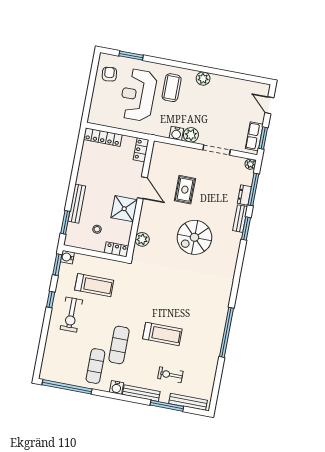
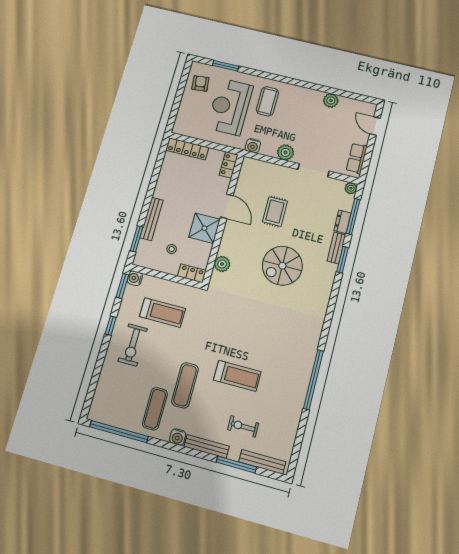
plant: (203, 79) -> (331, 101), moved
water cooler: (176, 133) -> (253, 146), moved
window: (263, 138) -> (367, 161), removed

